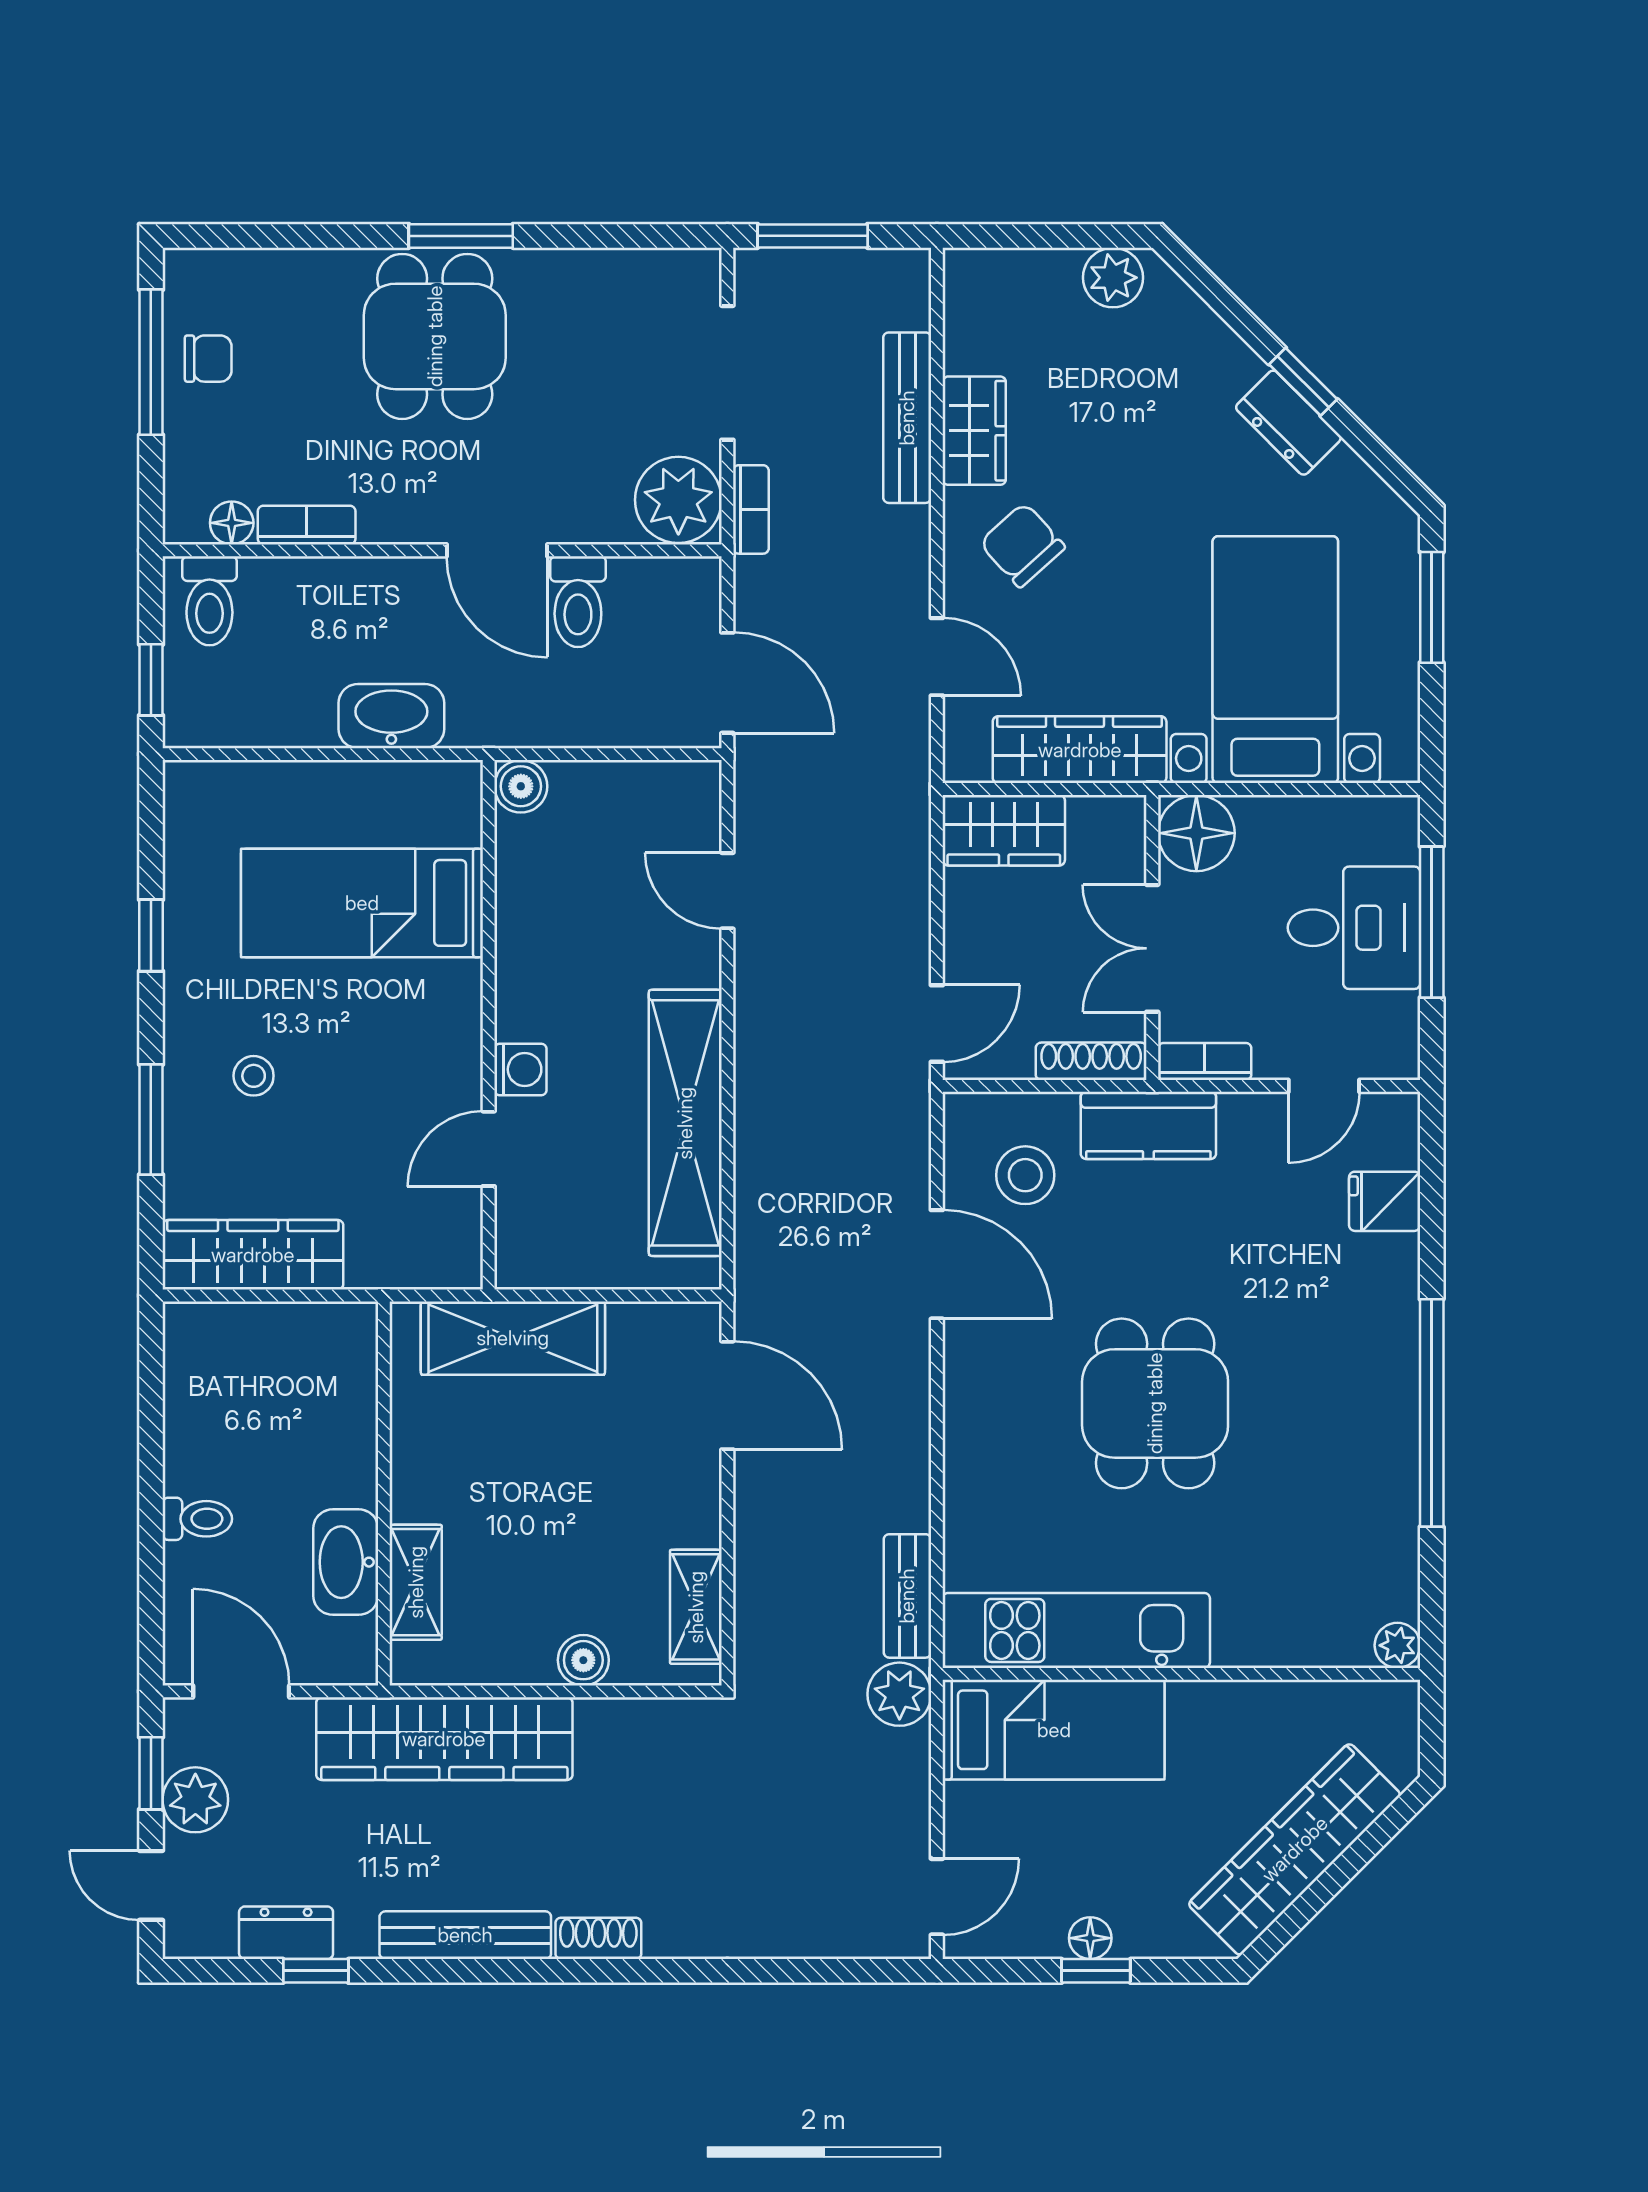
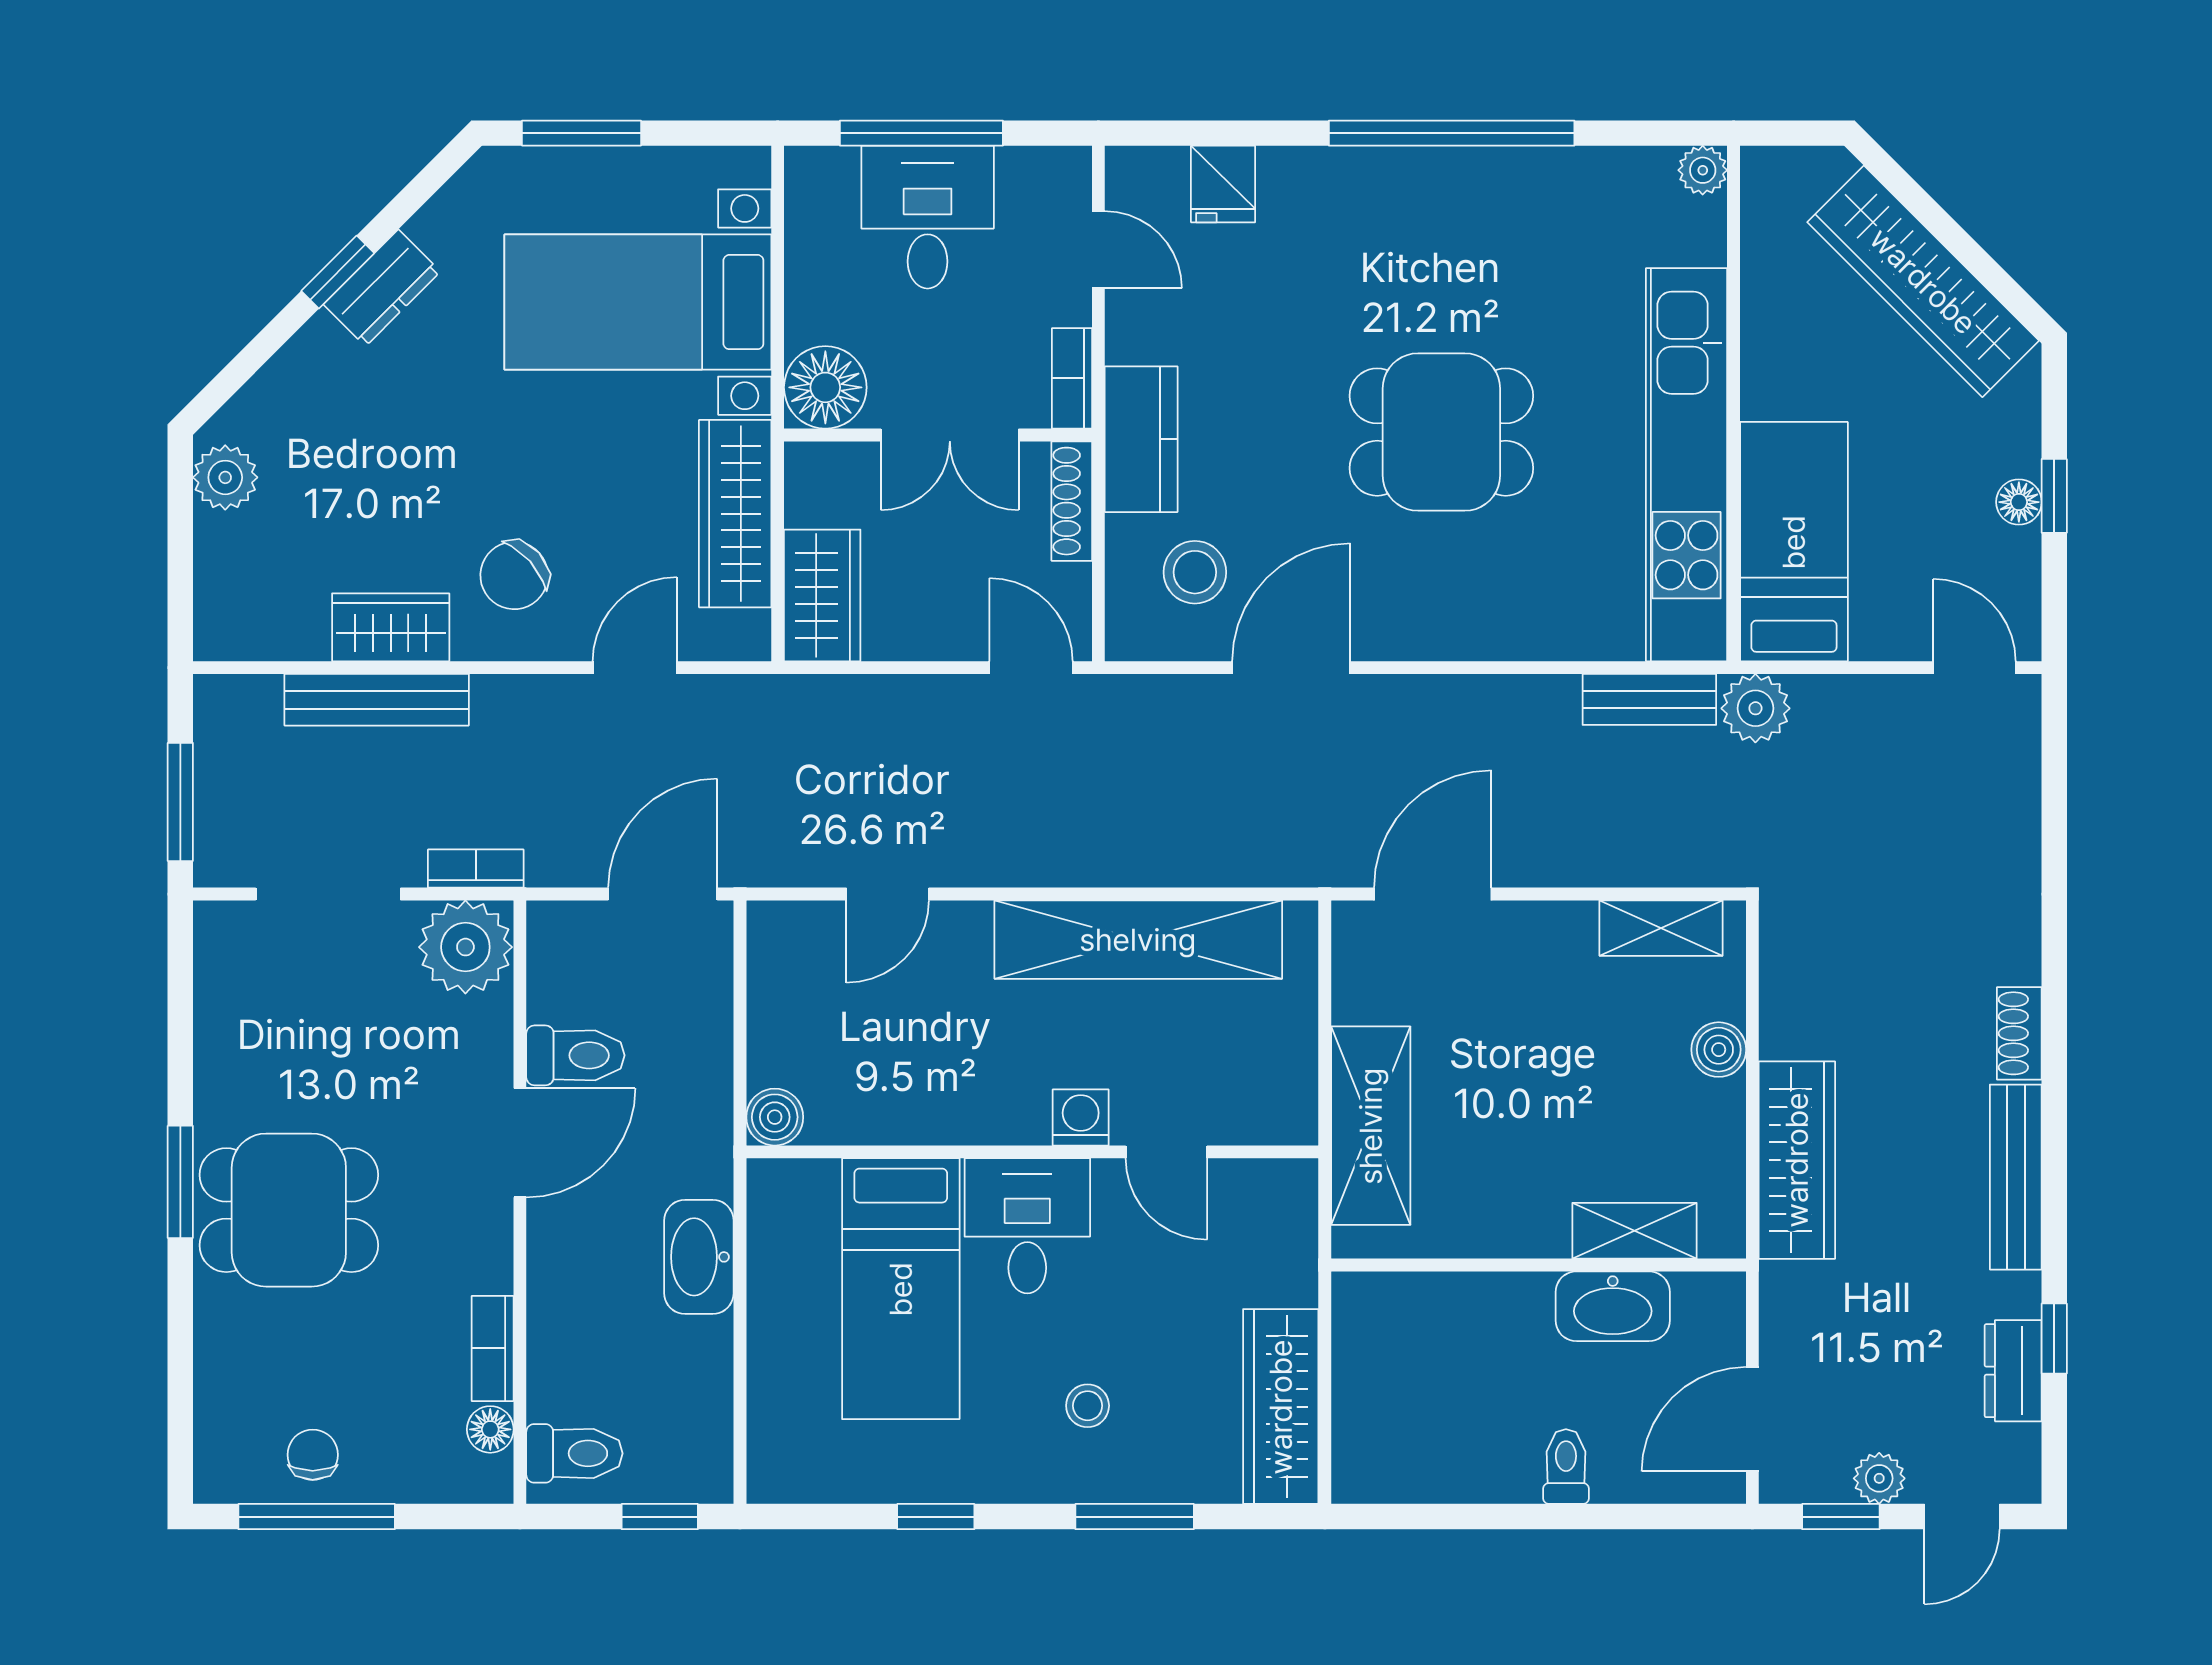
desk: (420, 1020) -> (1027, 1226), added
kitchen unit: (1076, 1630) -> (1687, 465), width x1.36
wardrobe: (444, 1739) -> (1797, 1160), width x0.71, depth x0.85
plant: (195, 1800) -> (1879, 1478), width x0.73, depth x0.73

